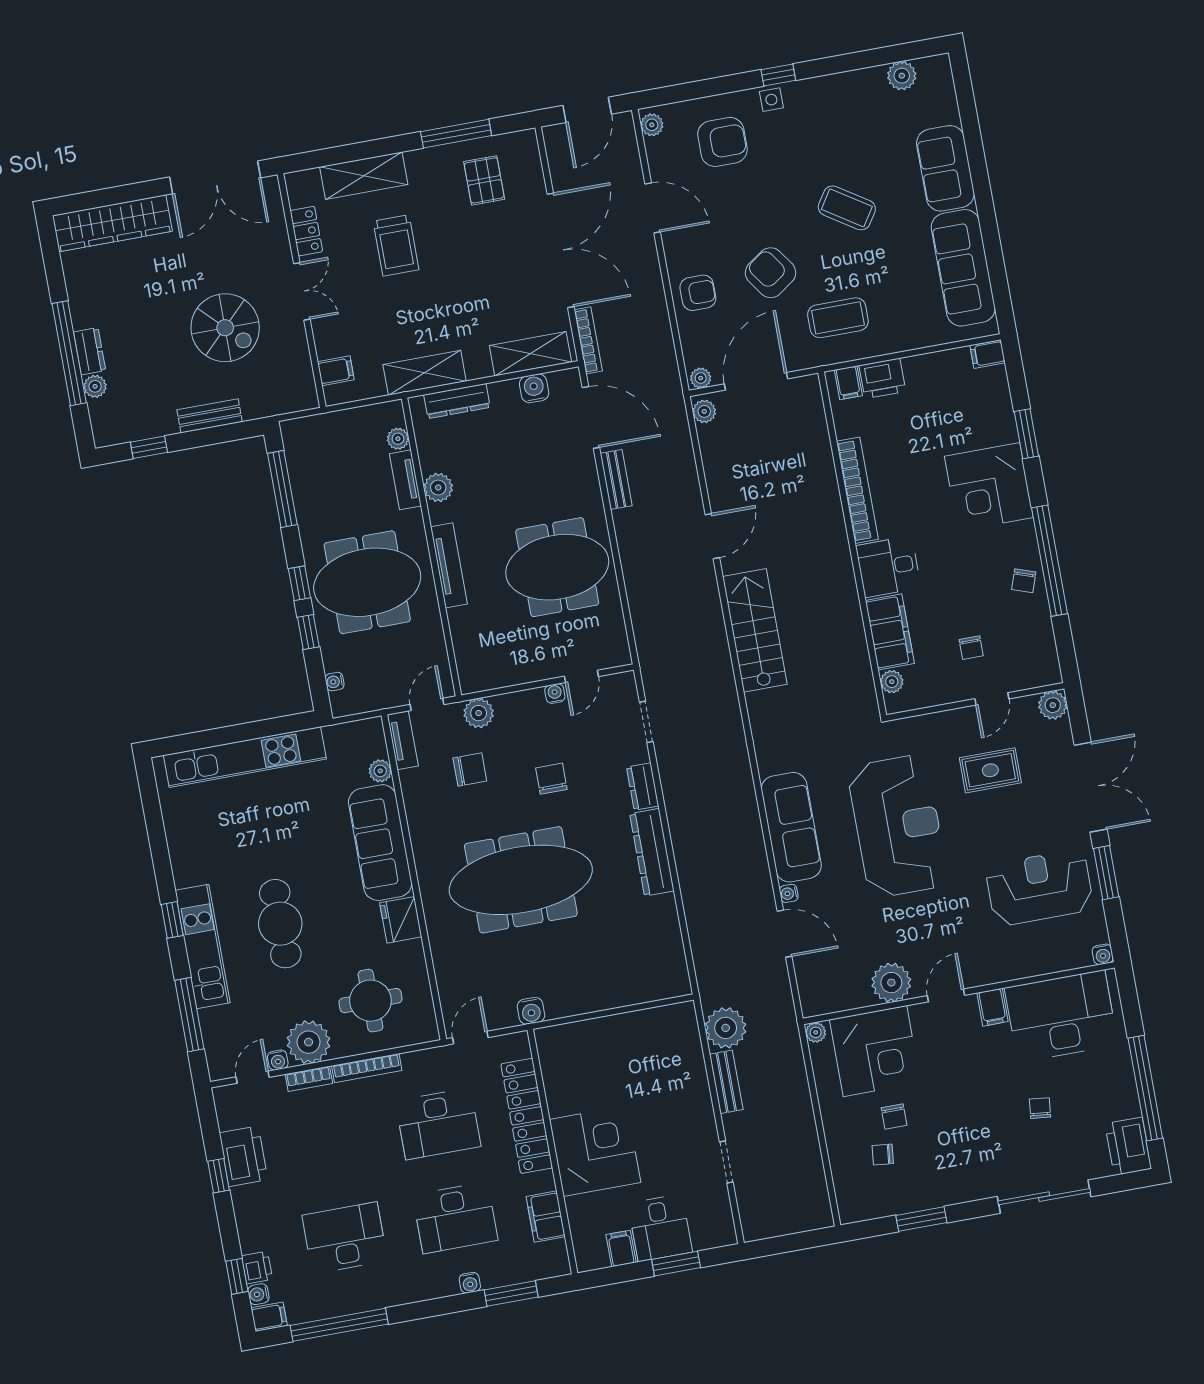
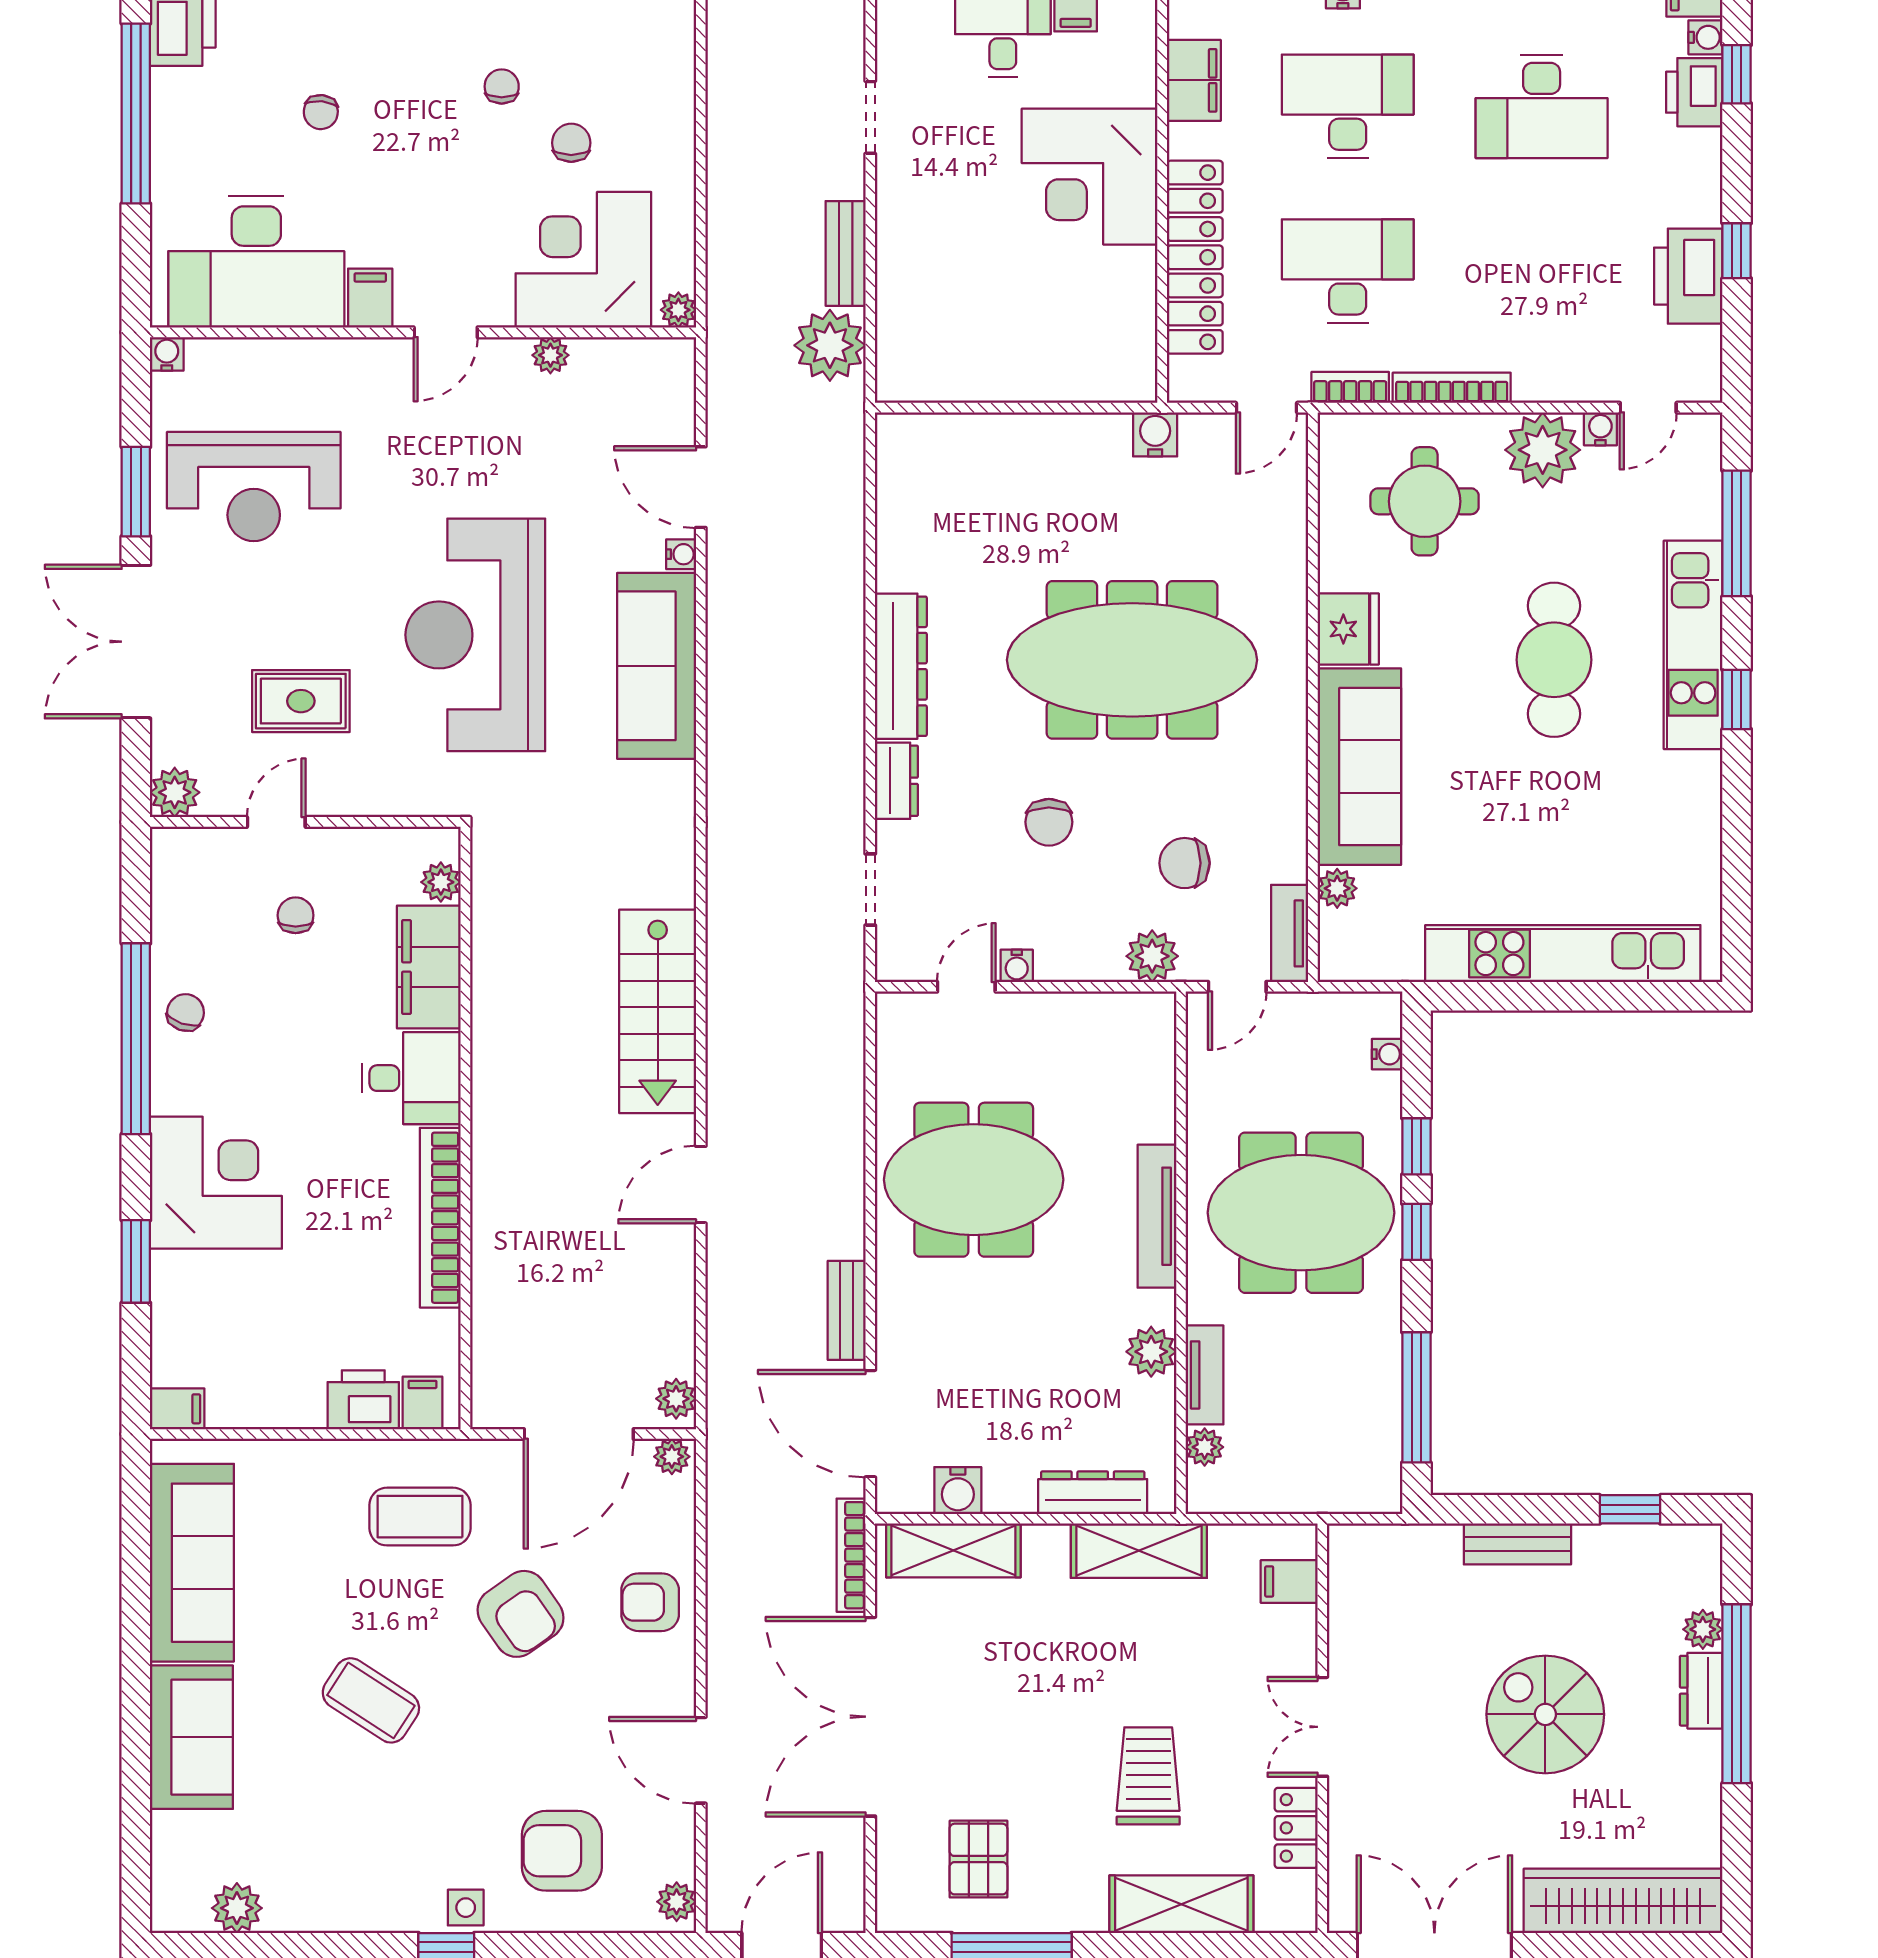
spiral stairs: (225, 328) -> (1545, 1714), moved
plant: (891, 983) -> (550, 355), width x0.53, depth x0.53
bookcase: (309, 1079) -> (1350, 387), moved
chair: (883, 1155) -> (502, 86), moved, turned -96
printer: (257, 1267) -> (1694, 92), width x1.36, depth x1.24

